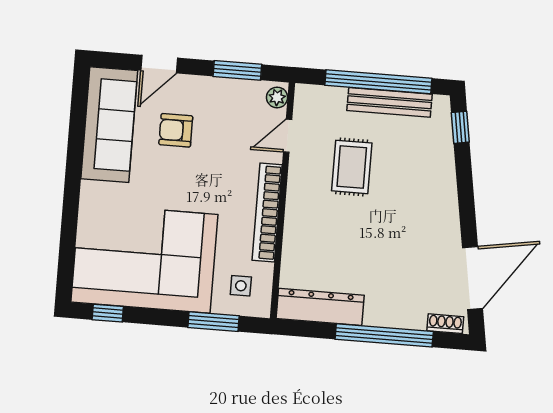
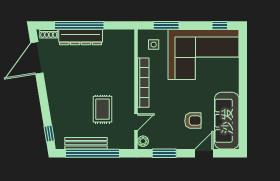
dresser: (320, 307) -> (81, 37), moved

